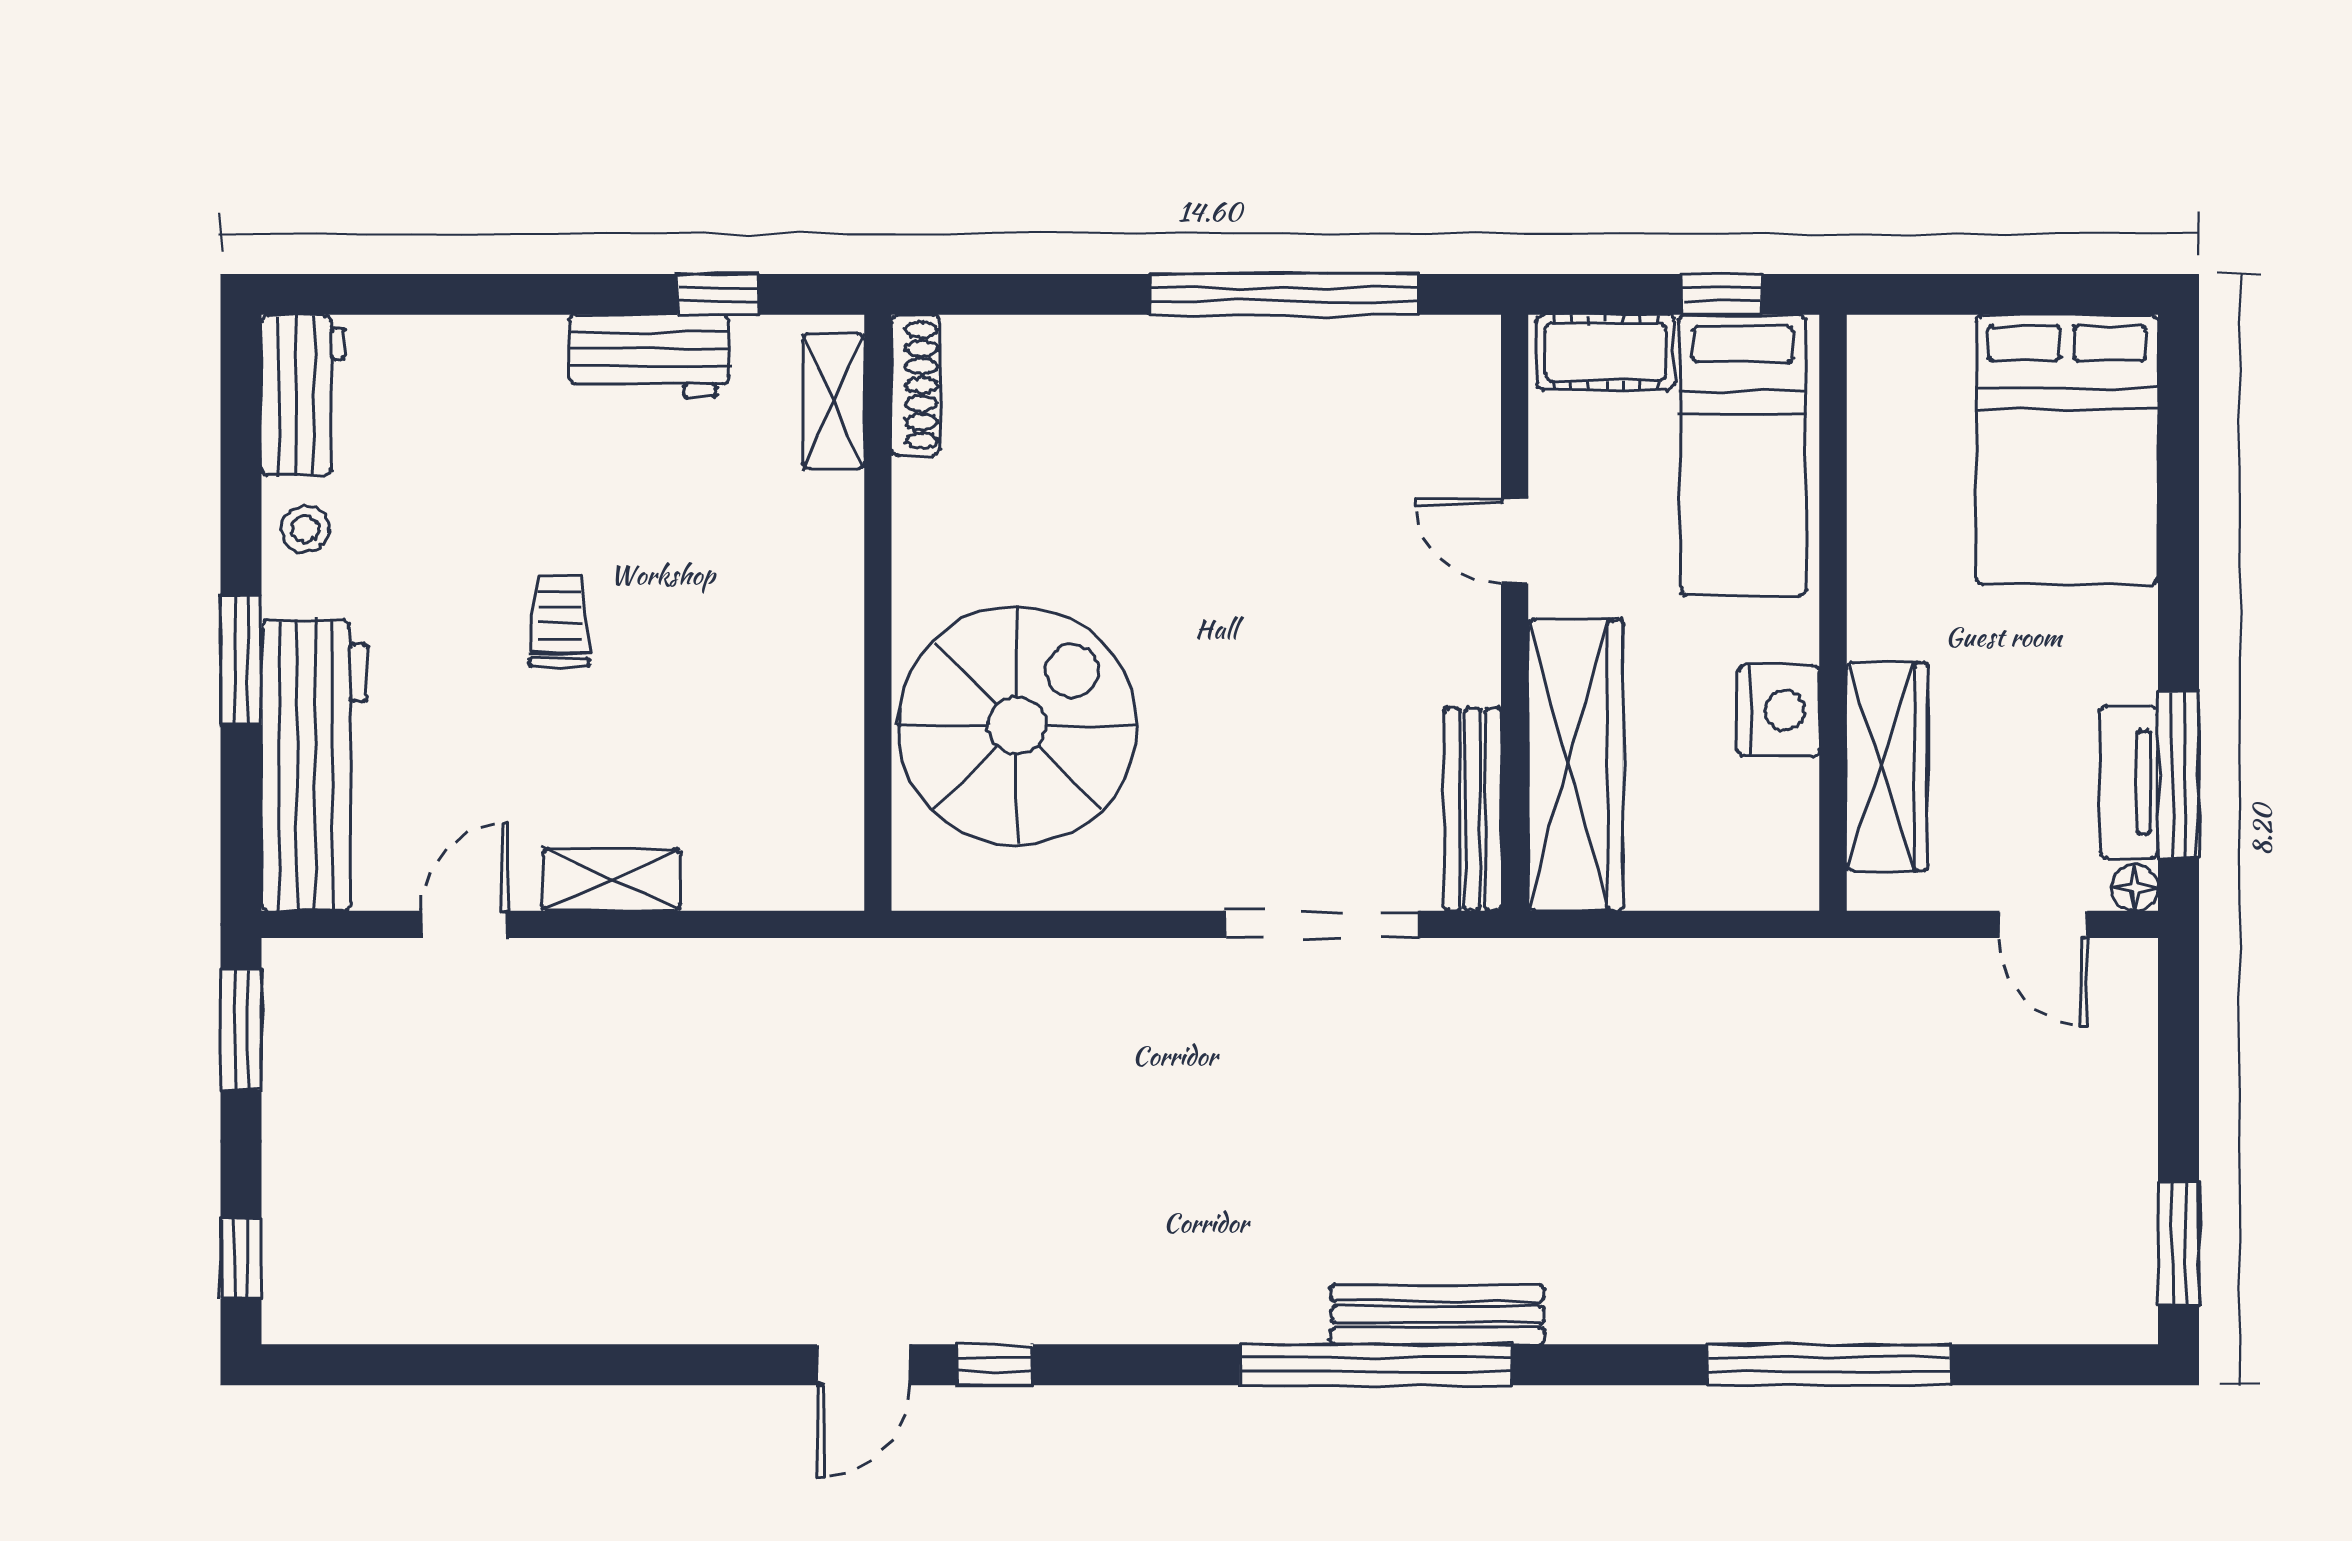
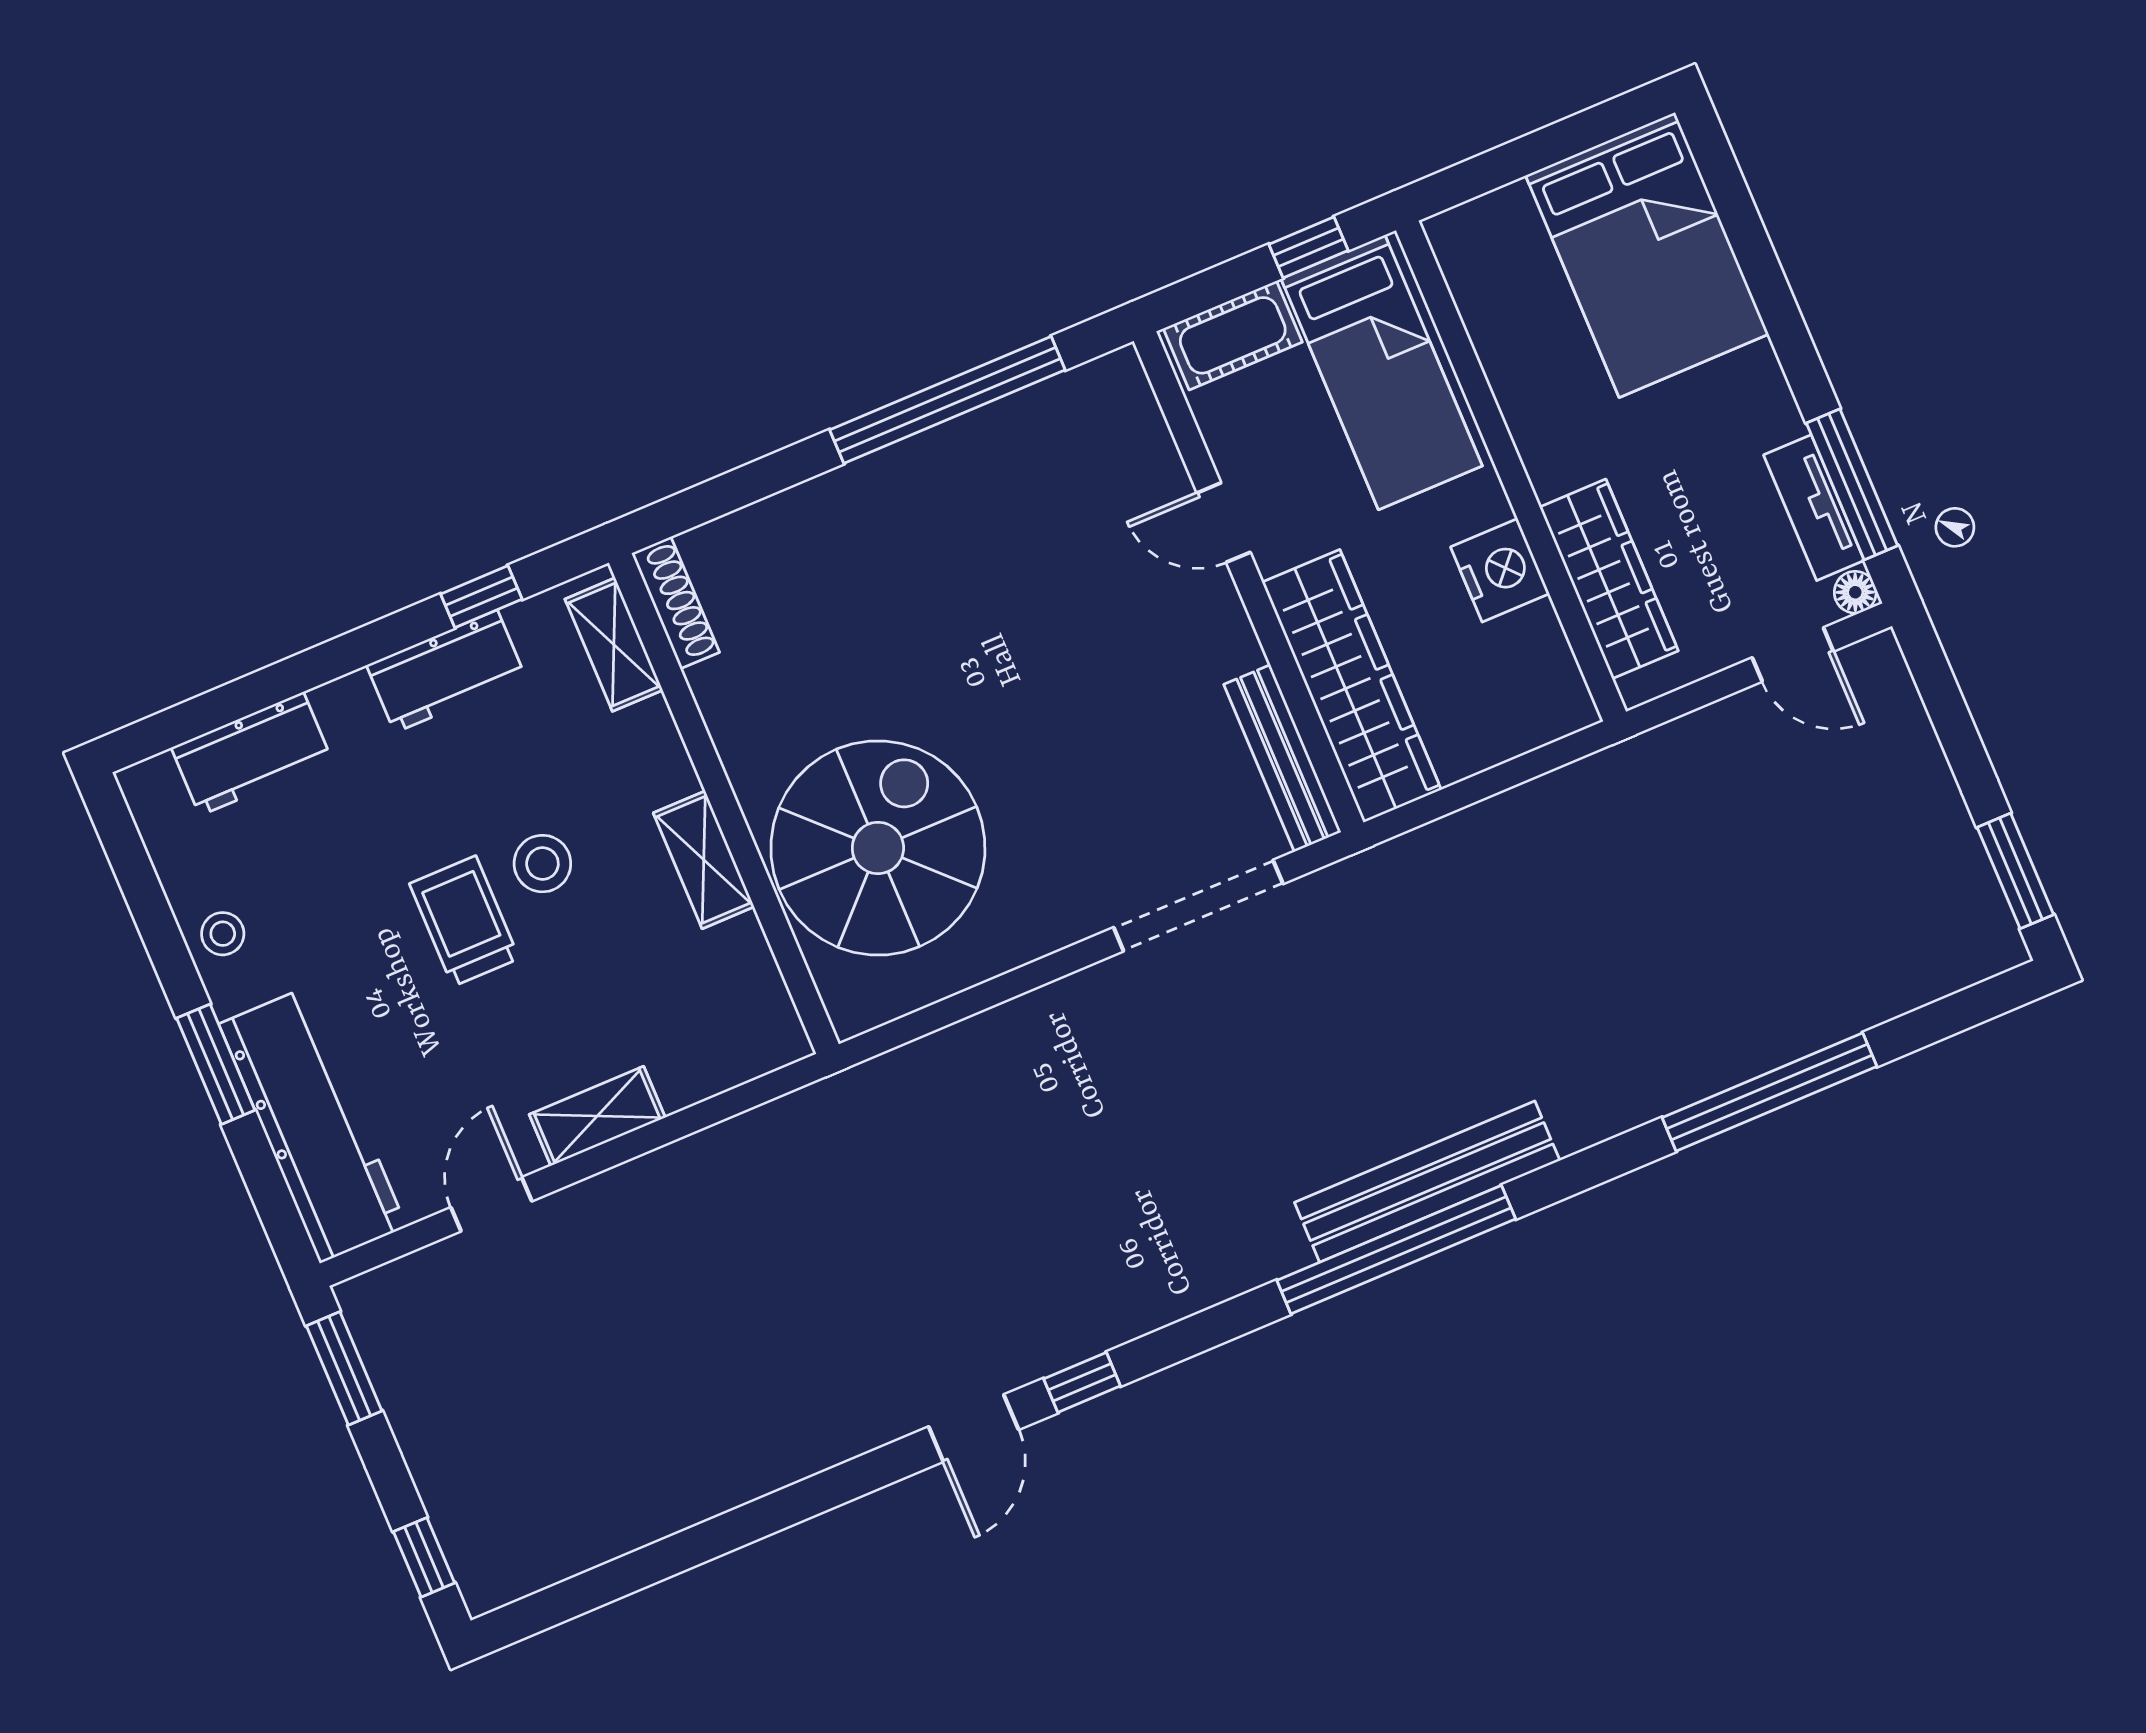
workbench: (303, 395) -> (252, 754), moved, turned 90
stool: (665, 596) -> (542, 864), added
trolley: (559, 621) -> (464, 921), width x1.36, depth x1.39
shelving: (833, 662) -> (704, 860), added
bench: (1438, 1315) -> (1427, 1182), width x1.37, depth x1.21

